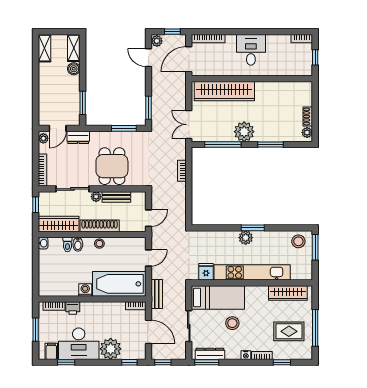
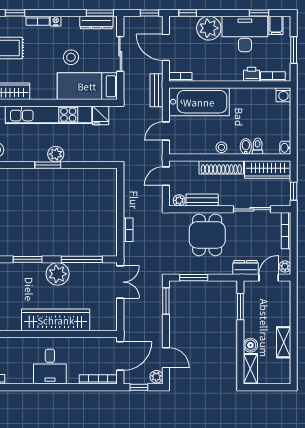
shelving: (44, 48) -> (284, 342), moved
wardrobe: (224, 91) -> (56, 320), moved
plant: (96, 197) -> (179, 200), moved
washing machine: (85, 290) -> (283, 95), moved

